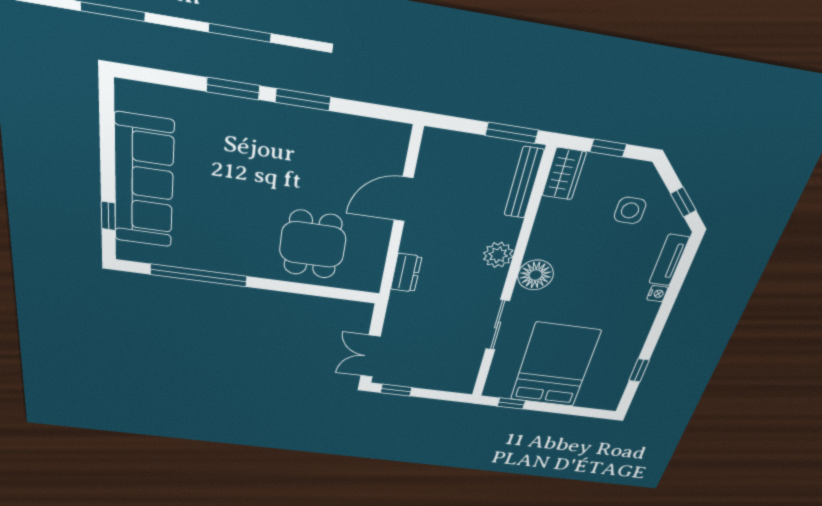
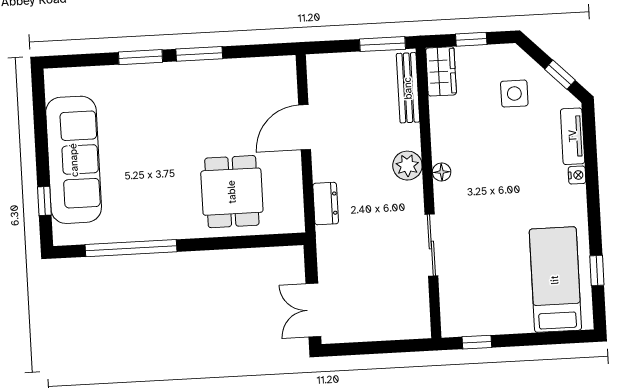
floor lamp: (536, 275) -> (442, 172), width x0.53, depth x0.53
bed: (555, 365) -> (555, 280), moved, width x0.67
window: (396, 390) -> (350, 349), removed

